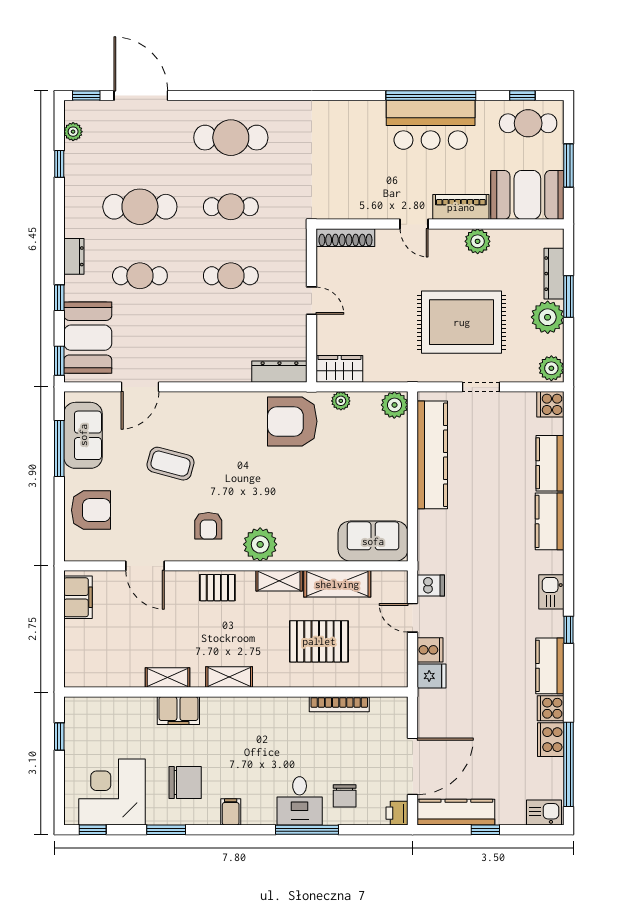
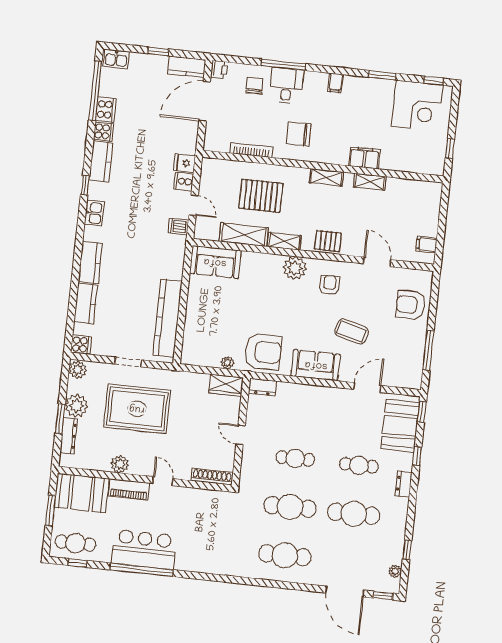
cafe table: (231, 207) -> (290, 507), width x1.37, depth x1.35
dresser: (279, 372) -> (262, 387), width x0.70
plant: (394, 405) -> (190, 356), removed
sofa: (83, 435) -> (316, 365), moved, turned 90
filing cabinet: (78, 597) -> (426, 245), width x0.50
chair: (185, 783) -> (298, 134), moved
kitchen counter: (456, 812) -> (187, 67), width x0.67

